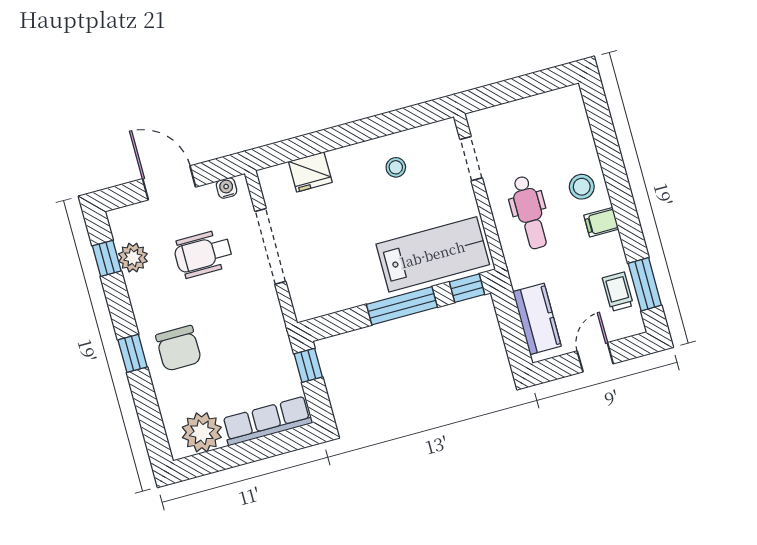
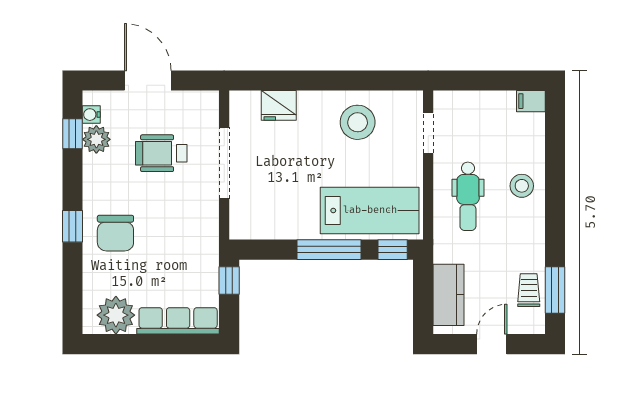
stool: (396, 167) -> (358, 122), width x1.89, depth x1.89
water cooler: (227, 188) -> (91, 115), moved, turned -90
filing cabinet: (601, 222) -> (531, 101), moved

